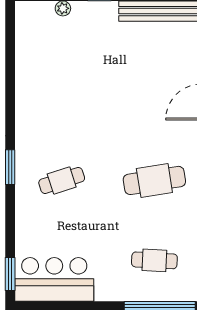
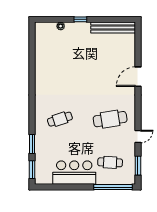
window: (10, 167) -> (32, 144), moved
bar counter: (54, 279) -> (74, 173), moved

